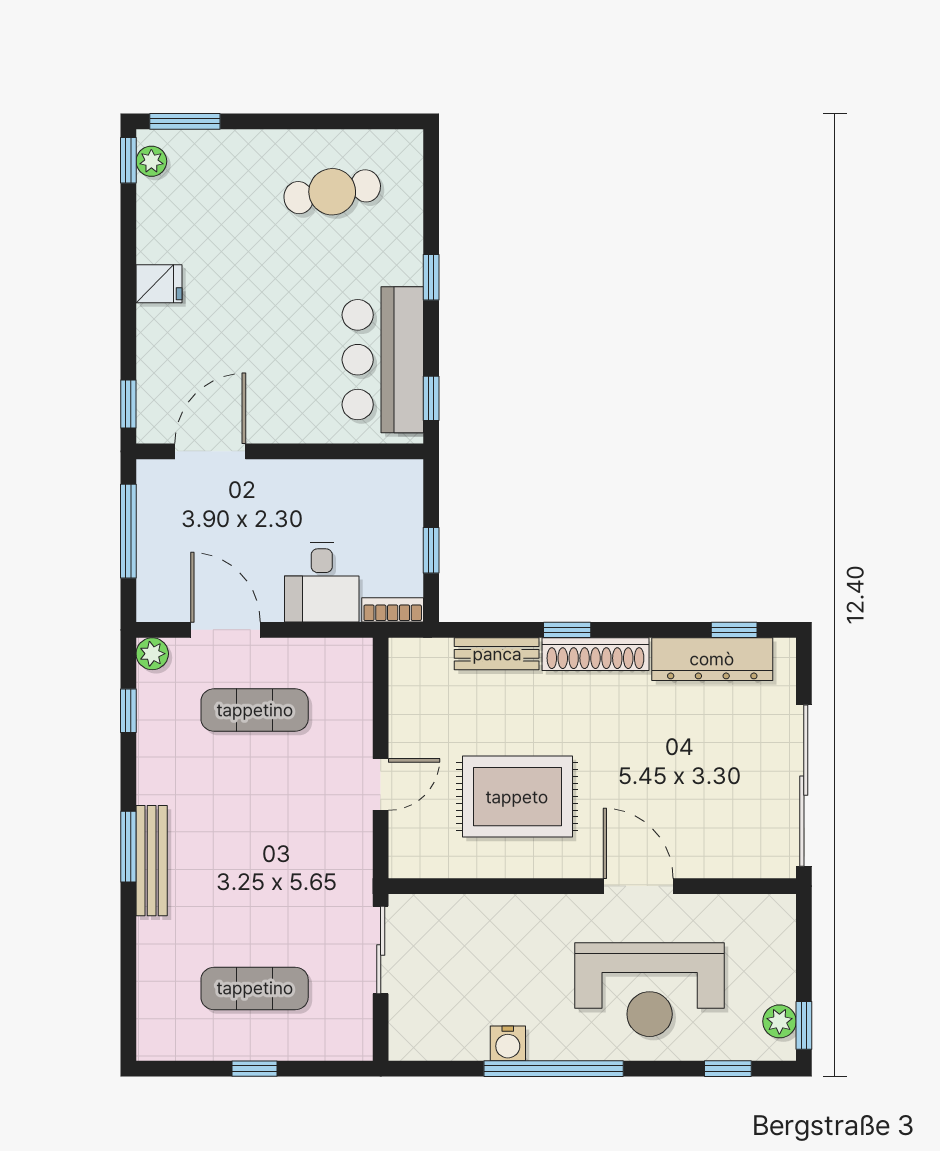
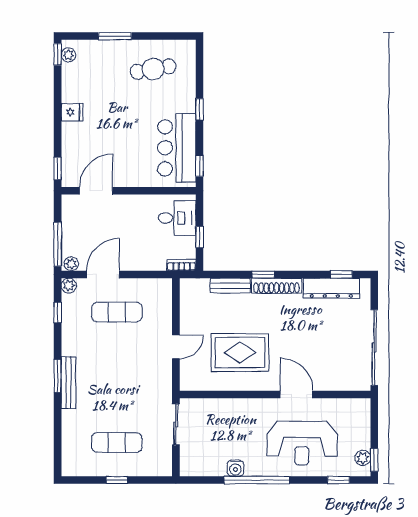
window: (185, 121) -> (115, 36), moved
window: (128, 531) -> (58, 244), moved
desk: (322, 582) -> (177, 218), moved, turned -90
plant: (158, 607) -> (71, 264), added
door: (225, 630) -> (103, 274), hinge flipped

